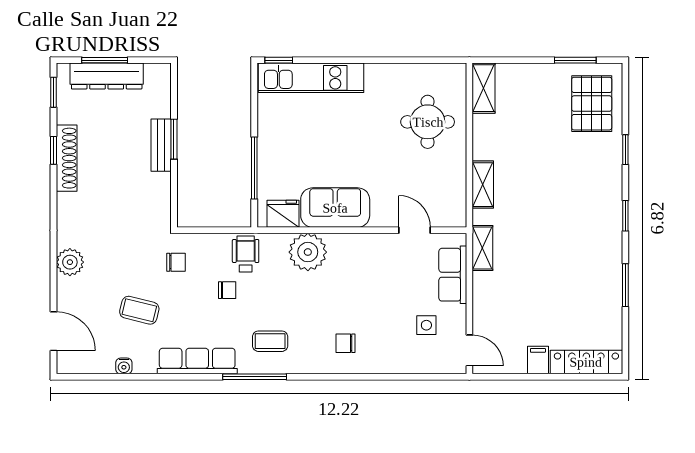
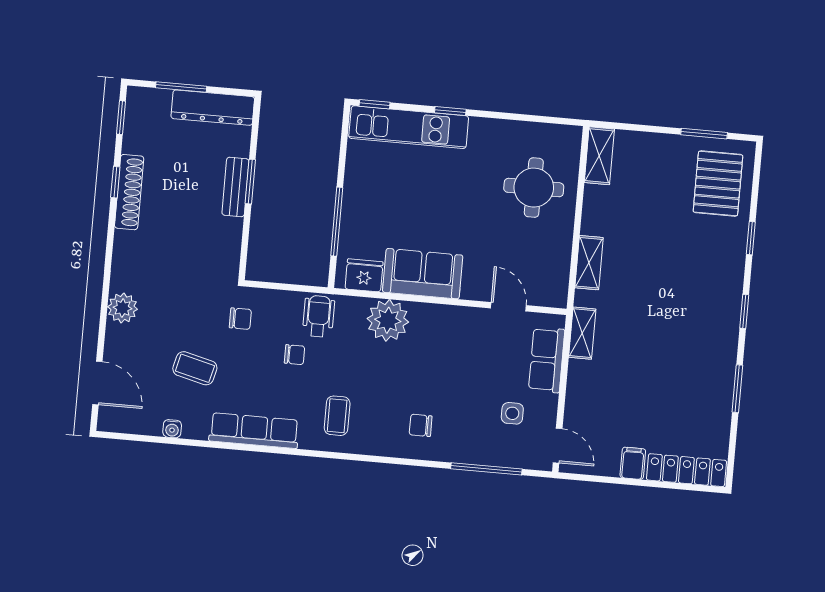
window: (347, 60) -> (450, 111), added
dresser: (107, 76) -> (213, 108), moved
coffee table: (270, 341) -> (337, 416), turned 90
window: (255, 377) -> (486, 469), moved

